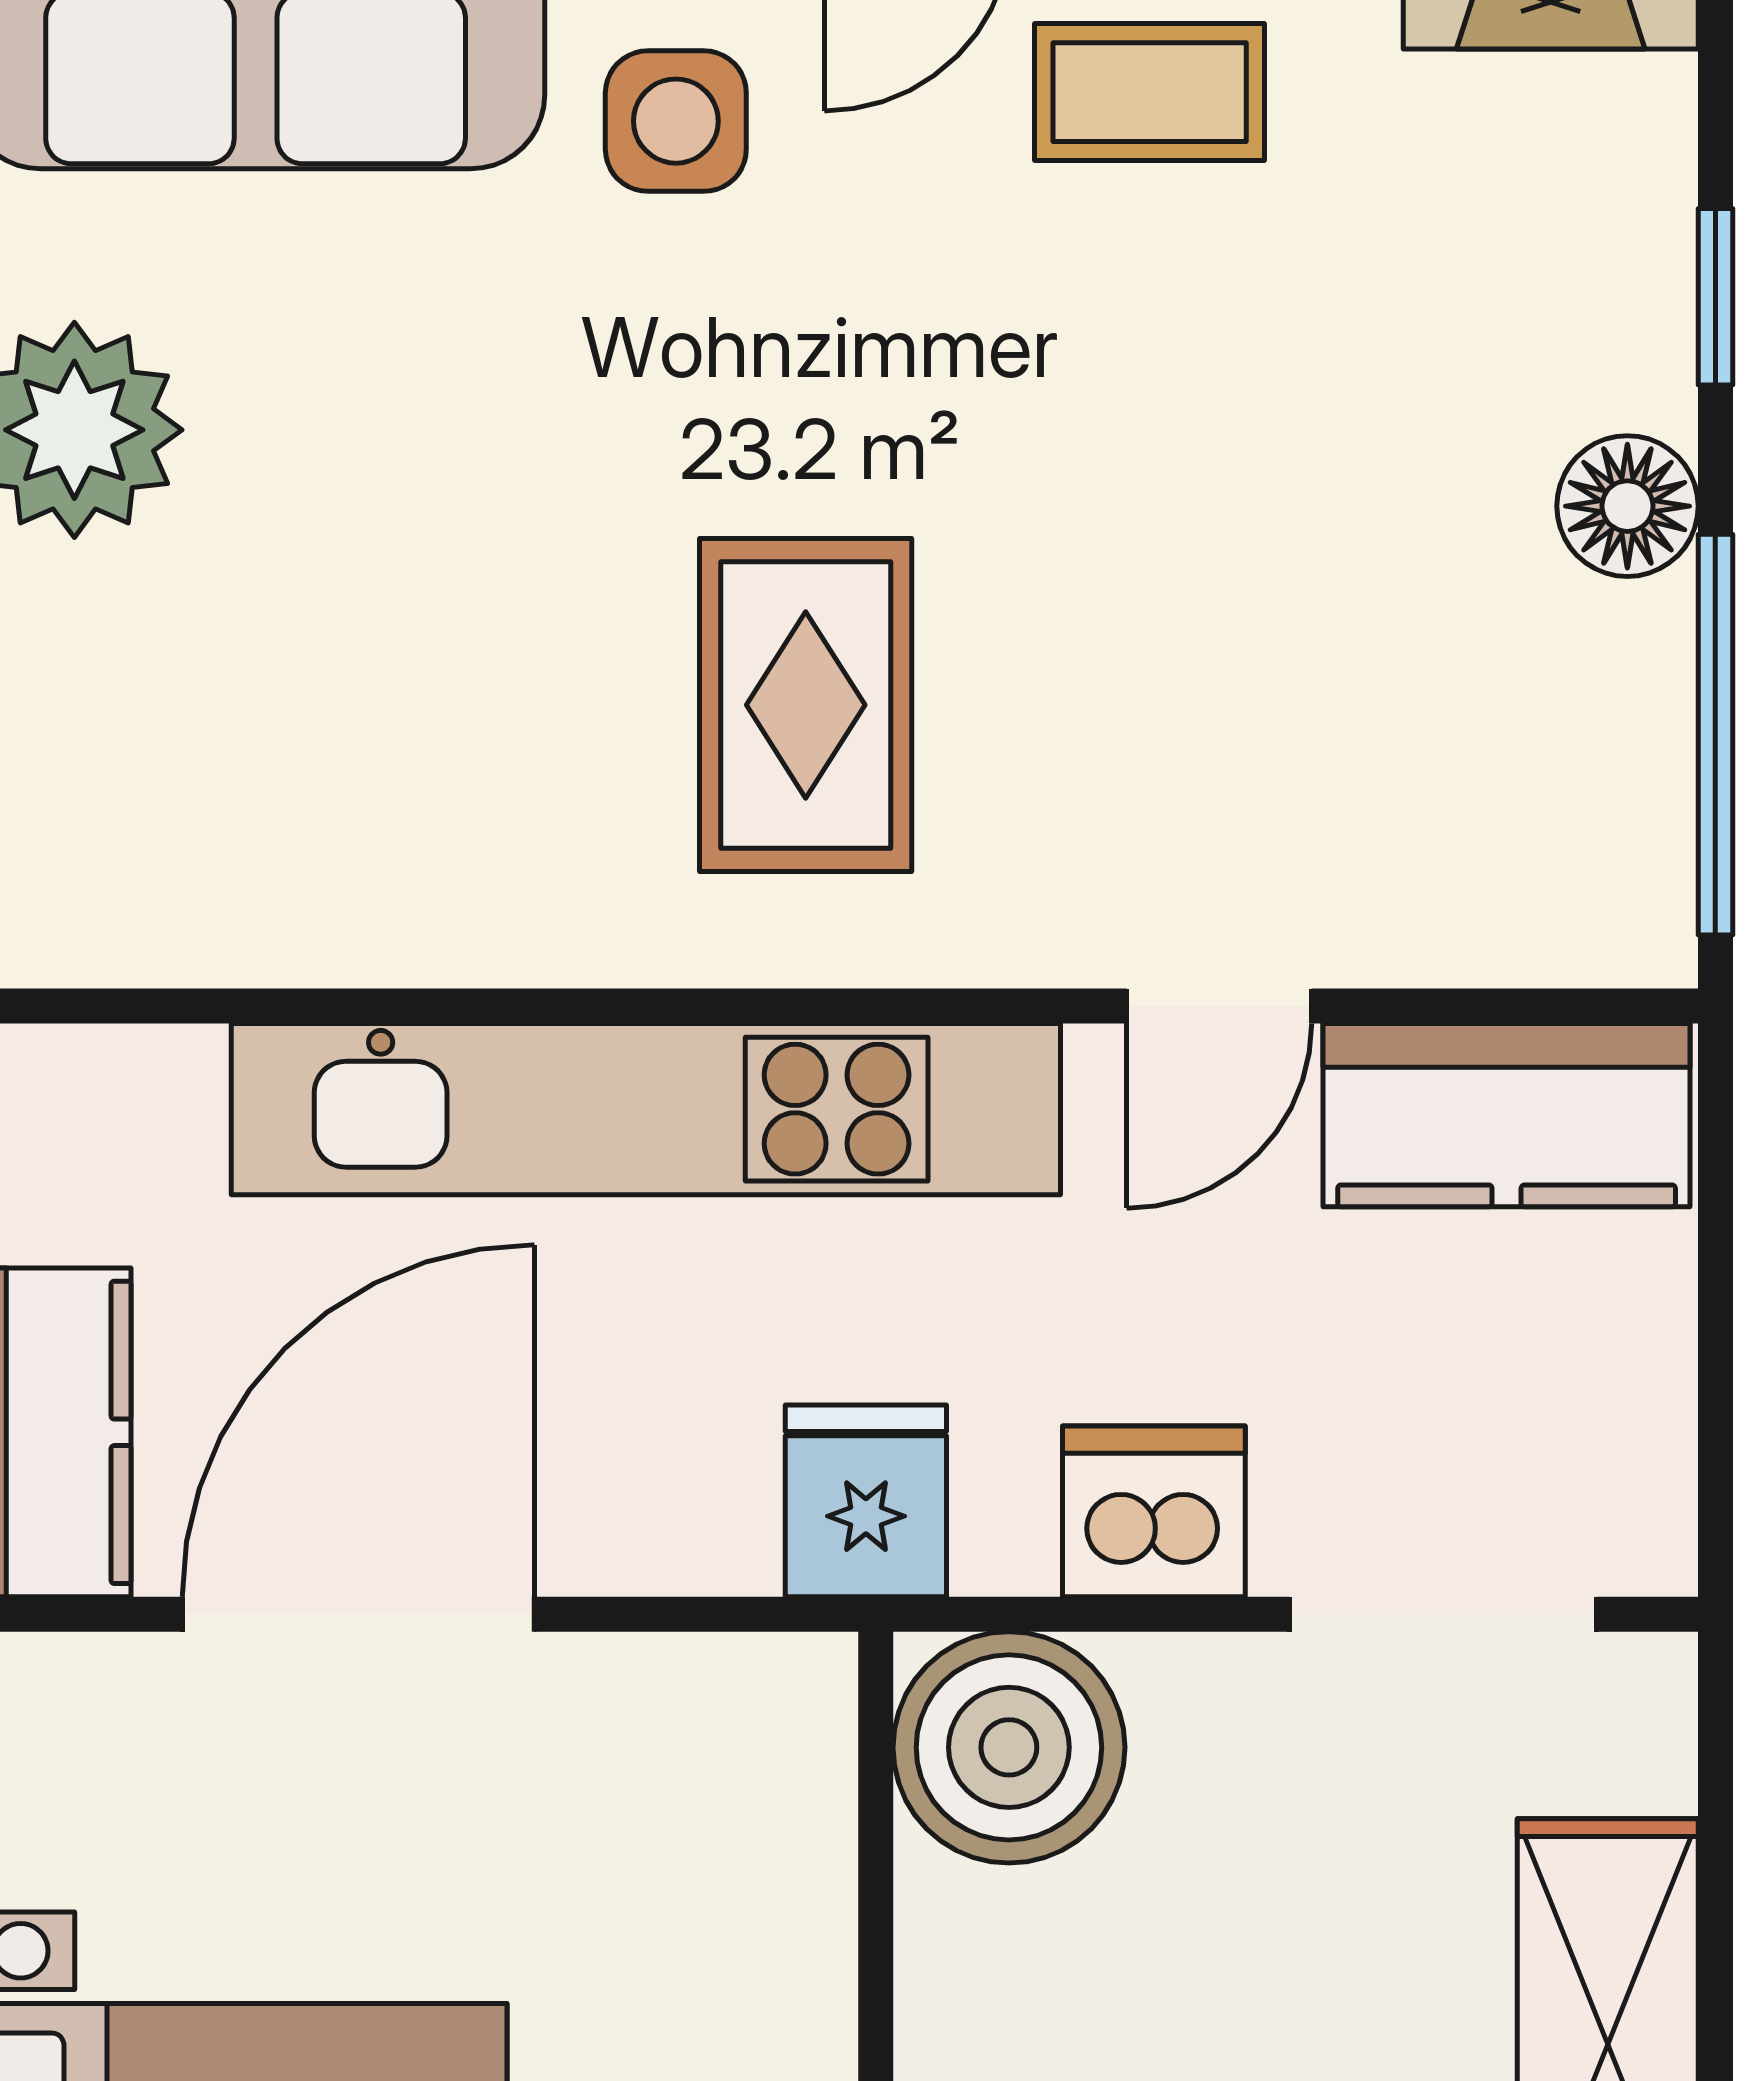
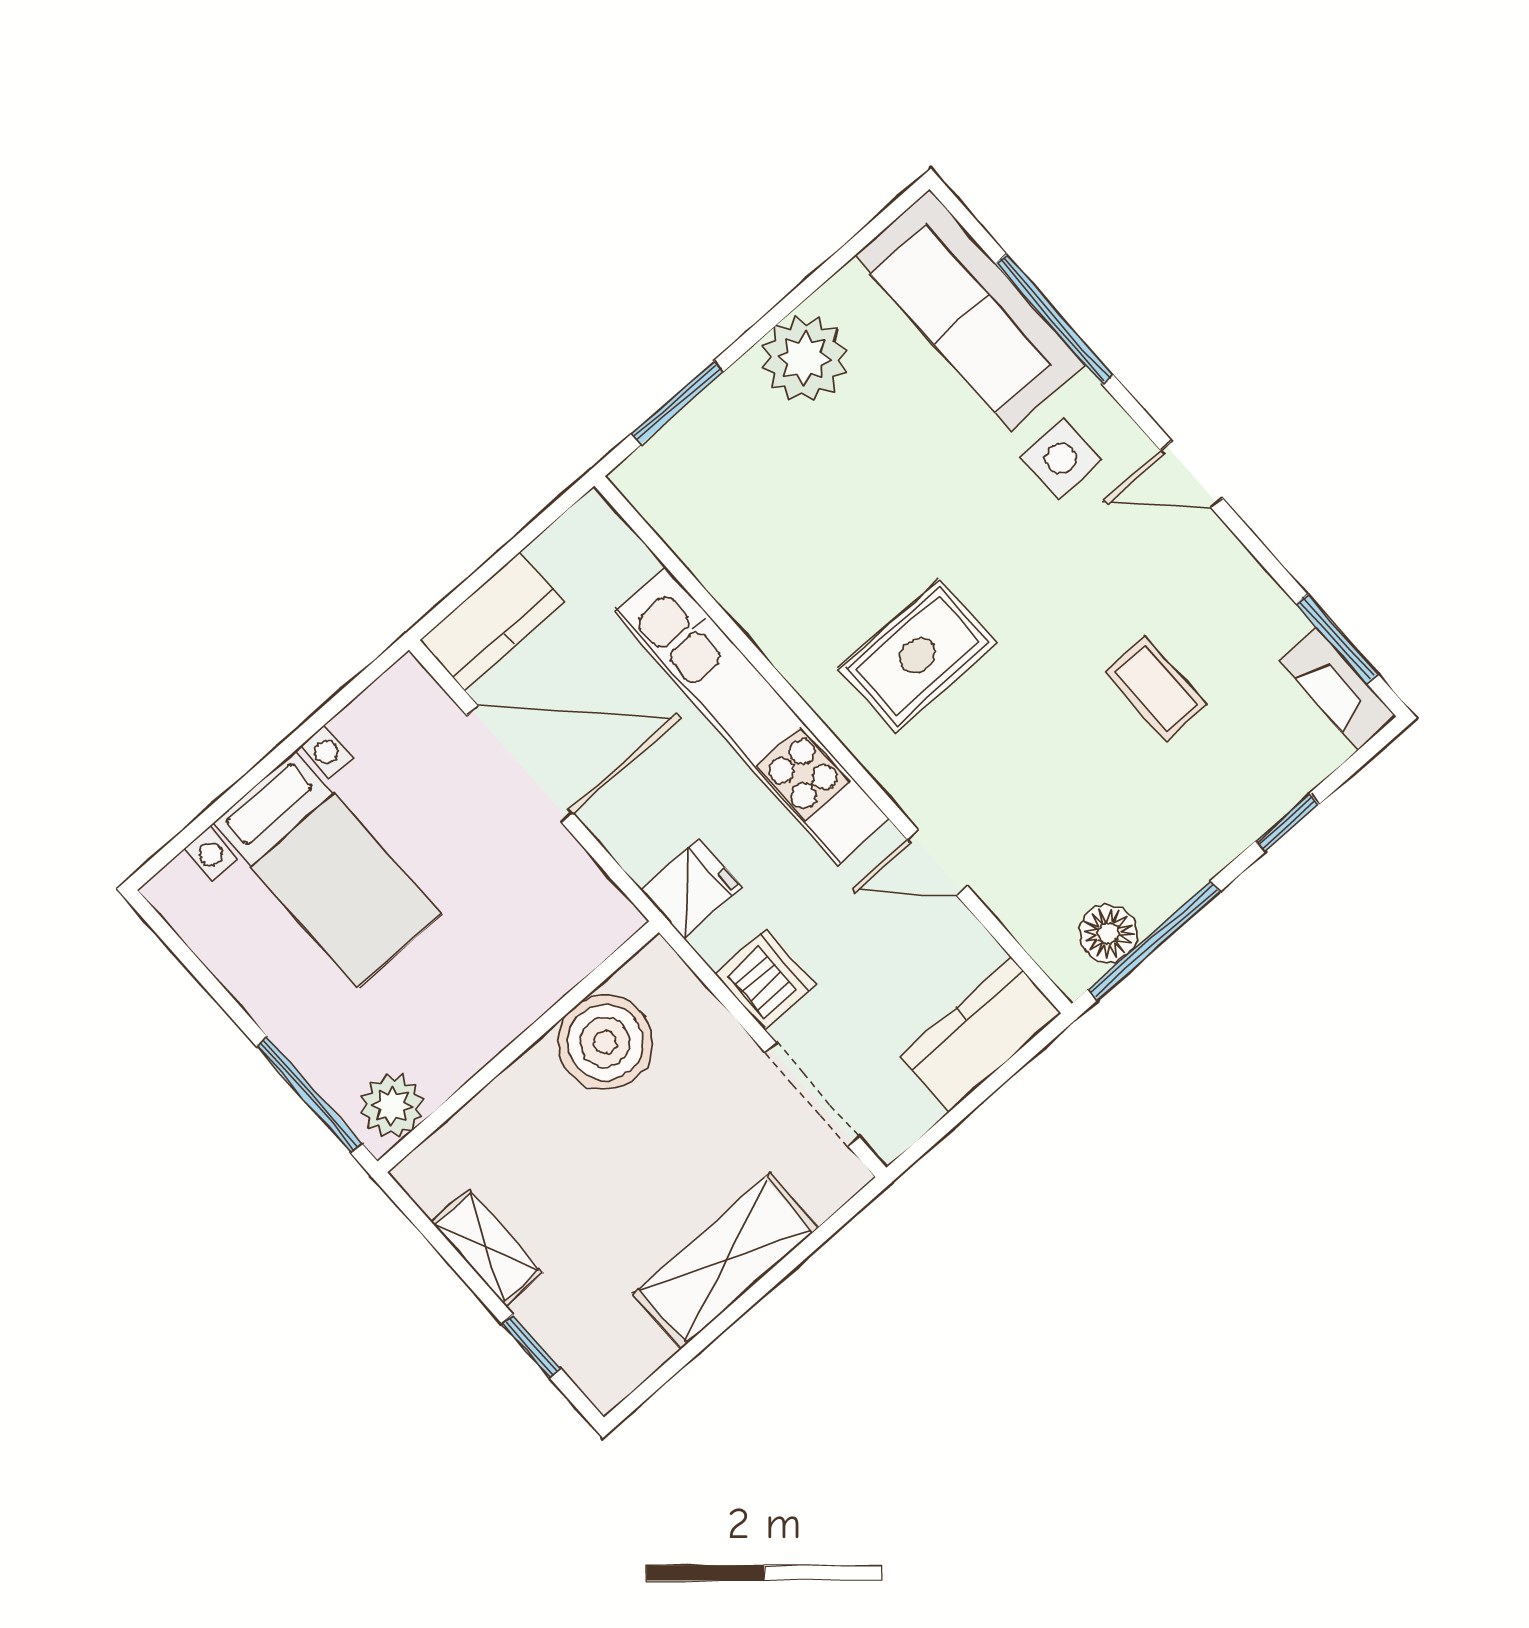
coffee table: (1150, 92) -> (1155, 688), moved
floor lamp: (1627, 506) -> (1108, 933), moved
kitchen counter: (1507, 1115) -> (980, 1035), moved, turned 90
boiler: (1009, 1747) -> (605, 1042), moved

